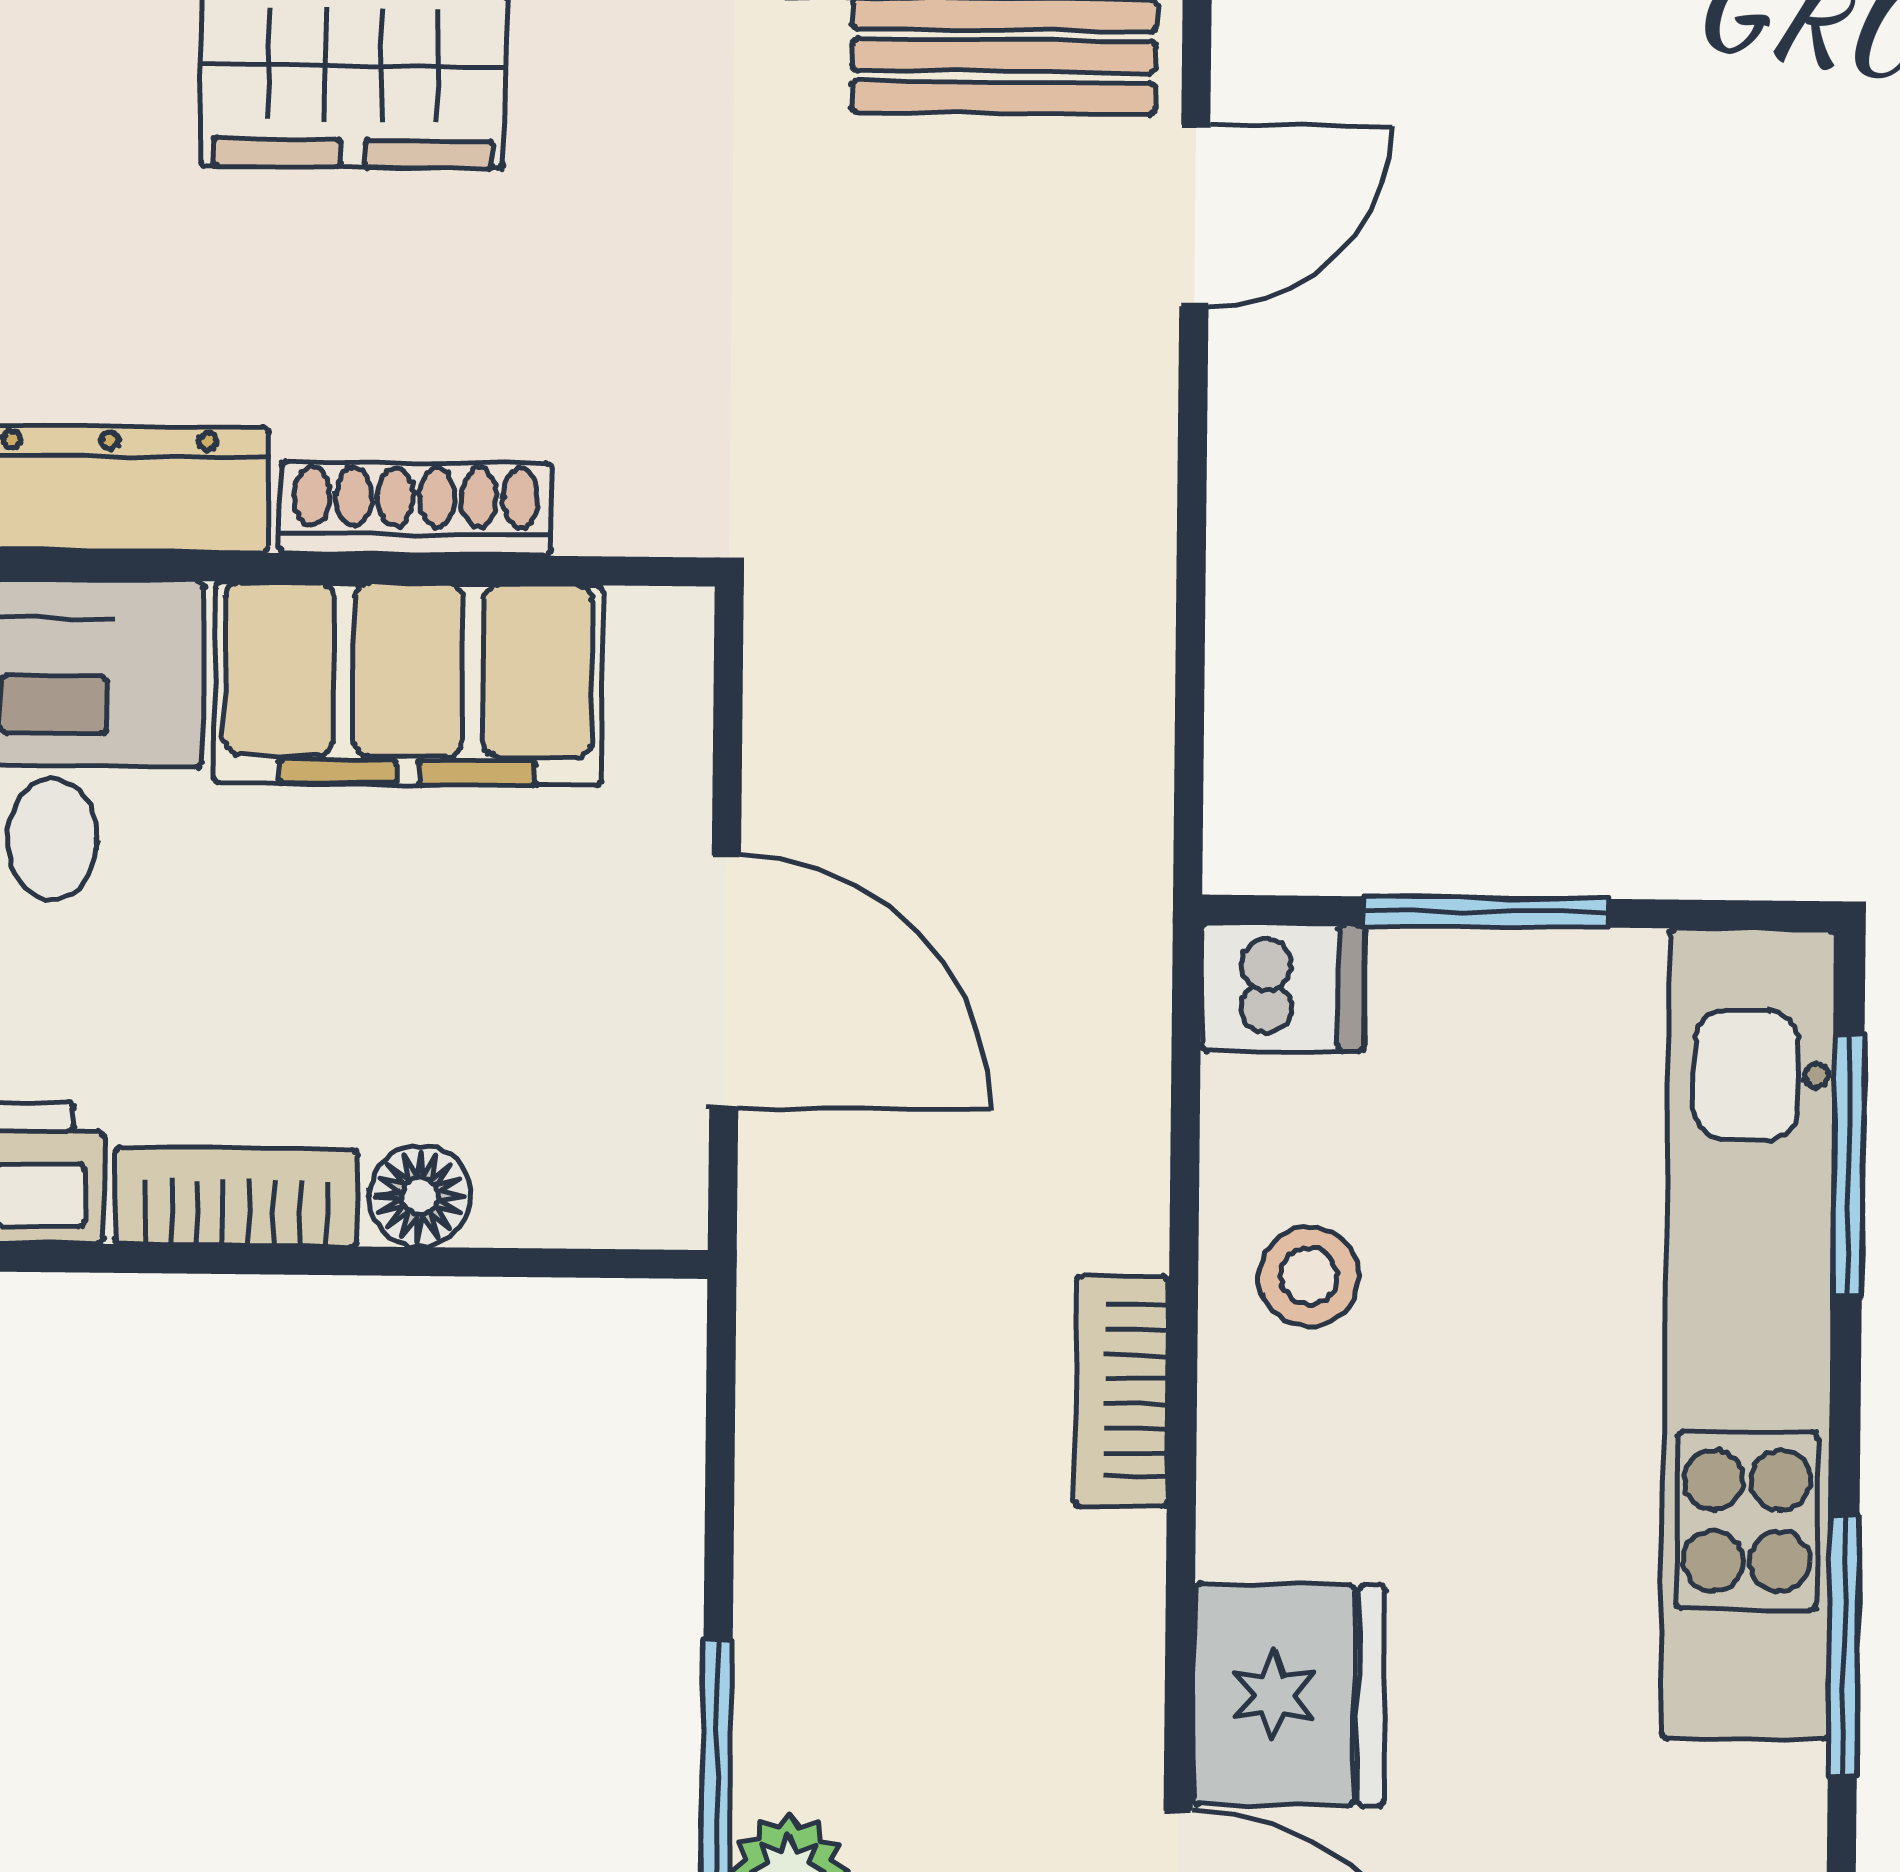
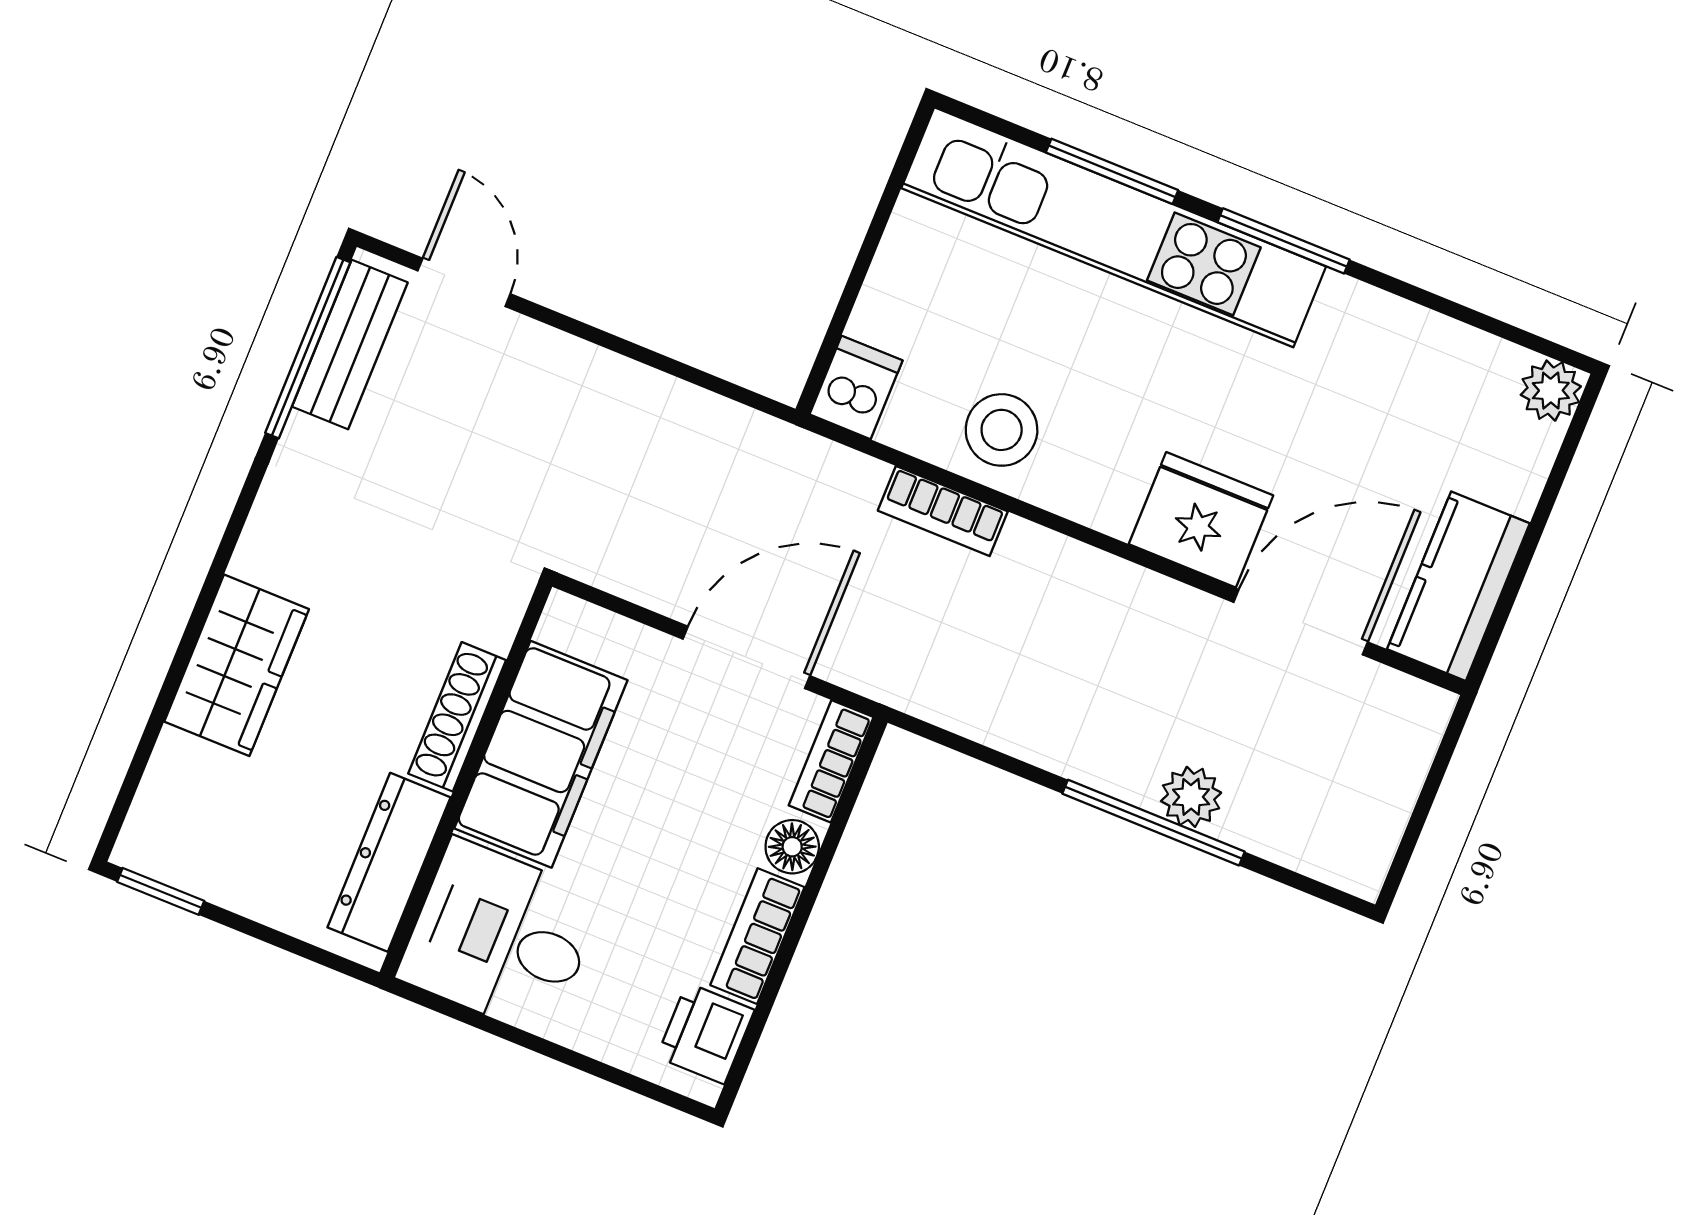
window: (1486, 912) -> (858, 274), removed
window: (1849, 1166) -> (1112, 171), moved
bookcase: (599, 1205) -> (831, 761), added
stool: (1309, 1277) -> (1002, 430), width x1.37, depth x1.37
bookcase: (1122, 1391) -> (943, 511), moved

